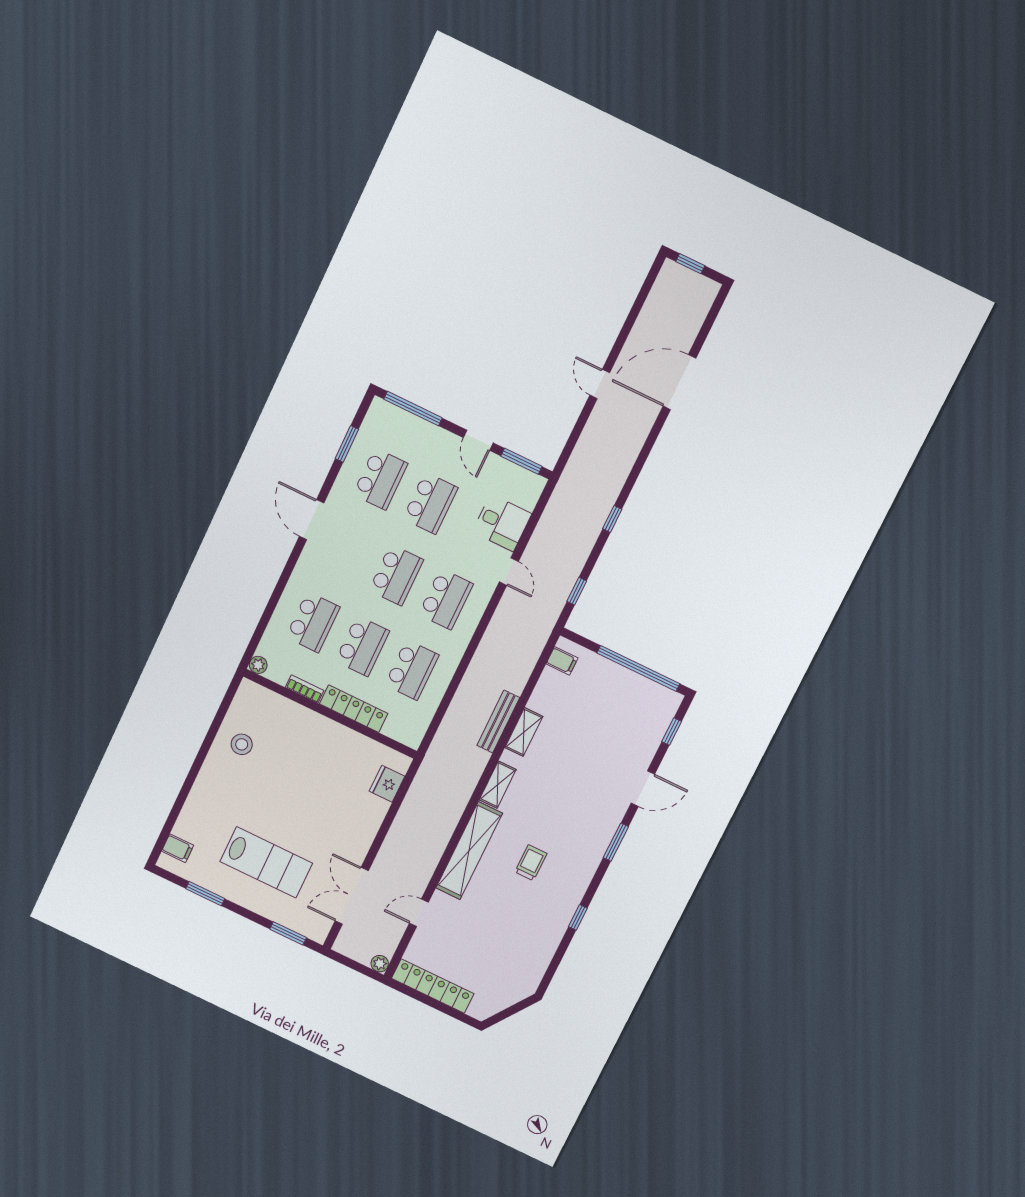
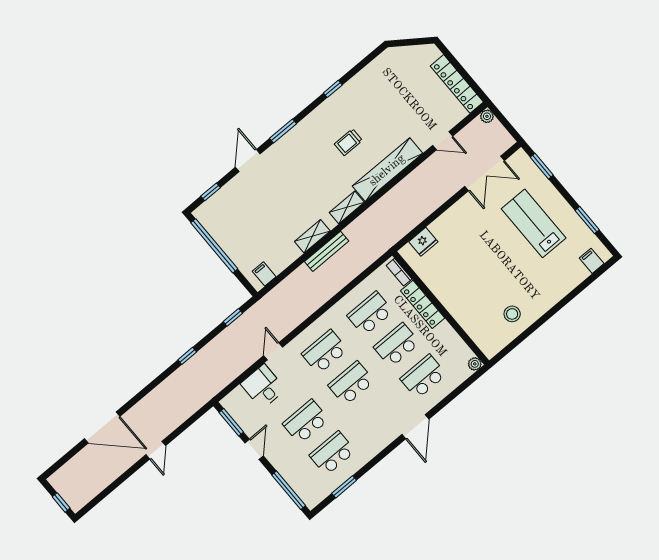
door: (312, 520) -> (415, 427), moved
bookcase: (305, 689) -> (399, 272), moved
door: (643, 789) -> (248, 161), hinge flipped

